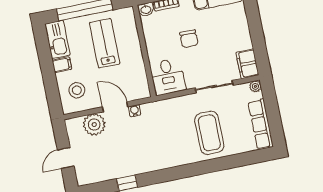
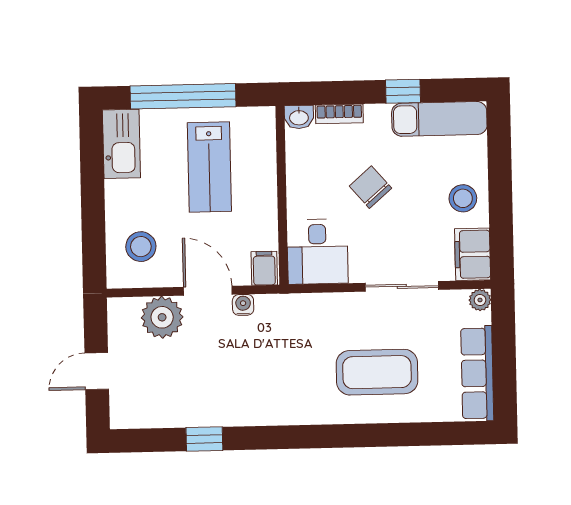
stool: (237, 36) -> (463, 198), added
chair: (189, 39) -> (370, 187), turned 139
lab bench: (105, 43) -> (209, 167), turned 180
filing cabinet: (62, 65) -> (264, 268), moved, turned -90
coffee table: (209, 133) -> (377, 372), turned 90

